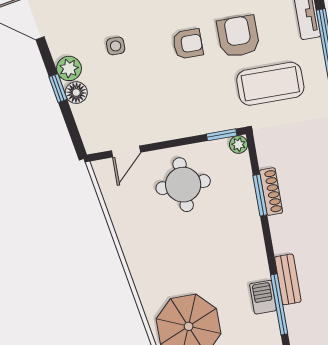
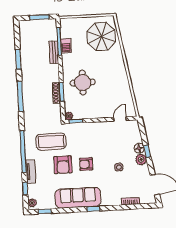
round table: (183, 185) -> (83, 83), moved

